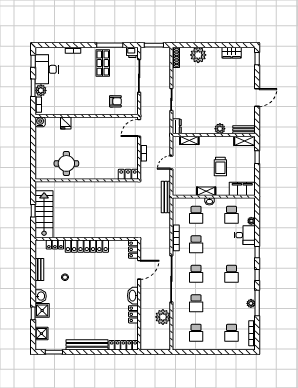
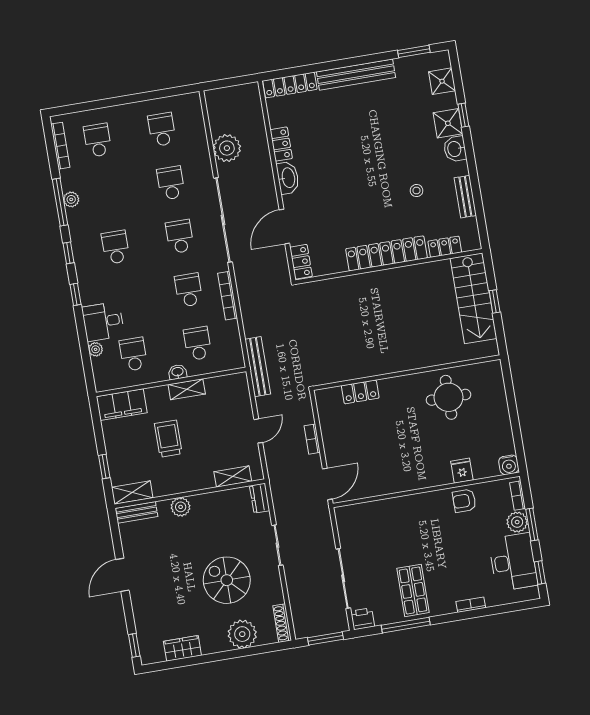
spiral stairs: (202, 85) -> (227, 580), added
armchair: (115, 101) -> (464, 501), moved
locker: (128, 174) -> (360, 392), moved

